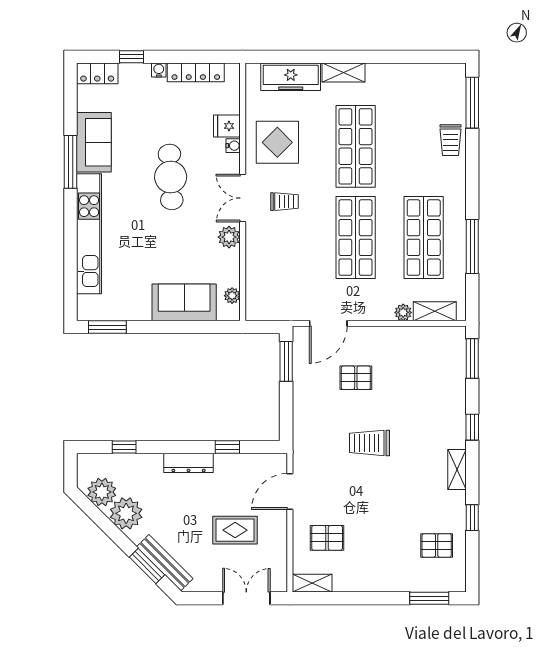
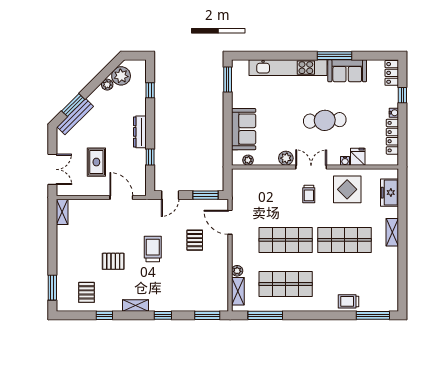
freezer: (291, 77) -> (390, 193), width x0.71
window: (472, 247) -> (265, 315), moved
door: (286, 416) -> (170, 195), added
plant: (126, 513) -> (107, 85), width x0.53, depth x0.53
pallet: (327, 538) -> (113, 261), moved, turned 90

